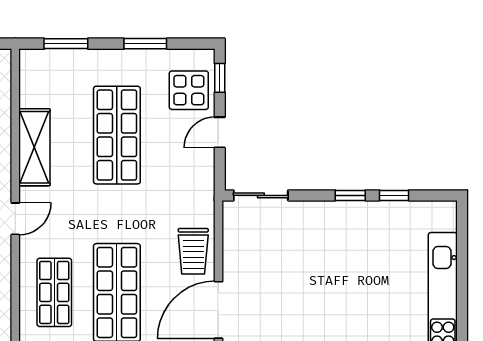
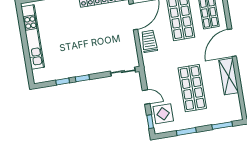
door: (220, 132) -> (146, 97), hinge flipped
door: (15, 219) -> (232, 43), width x1.88

